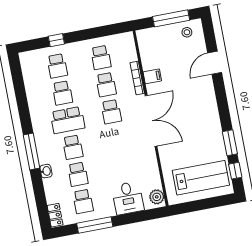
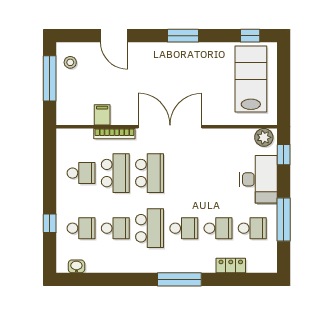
filing cabinet: (152, 76) -> (102, 115), moved
school desk: (106, 85) -> (115, 173), width x1.85
school desk: (111, 112) -> (150, 173), width x1.85
window: (230, 143) -> (183, 36), moved
washbasin: (46, 171) -> (76, 266), moved
desk: (128, 198) -> (258, 179), width x1.37
locker: (55, 215) -> (231, 266), moved
window: (146, 215) -> (284, 155), added

